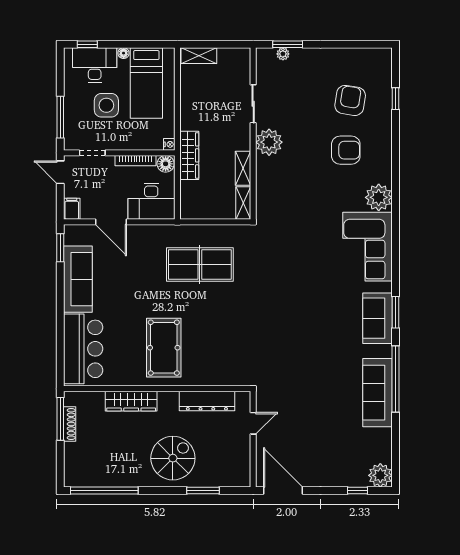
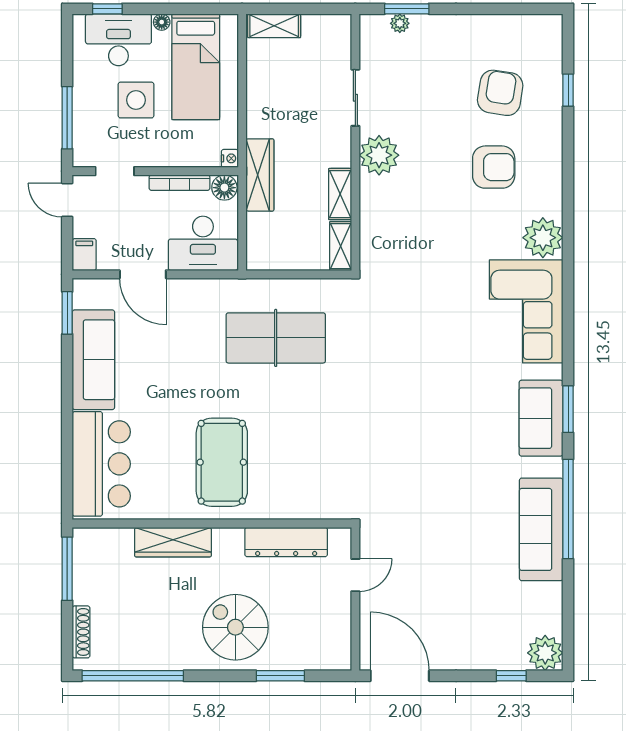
shoe rack: (70, 424) -> (81, 632), moved
spiral stairs: (173, 458) -> (235, 627), turned -90

